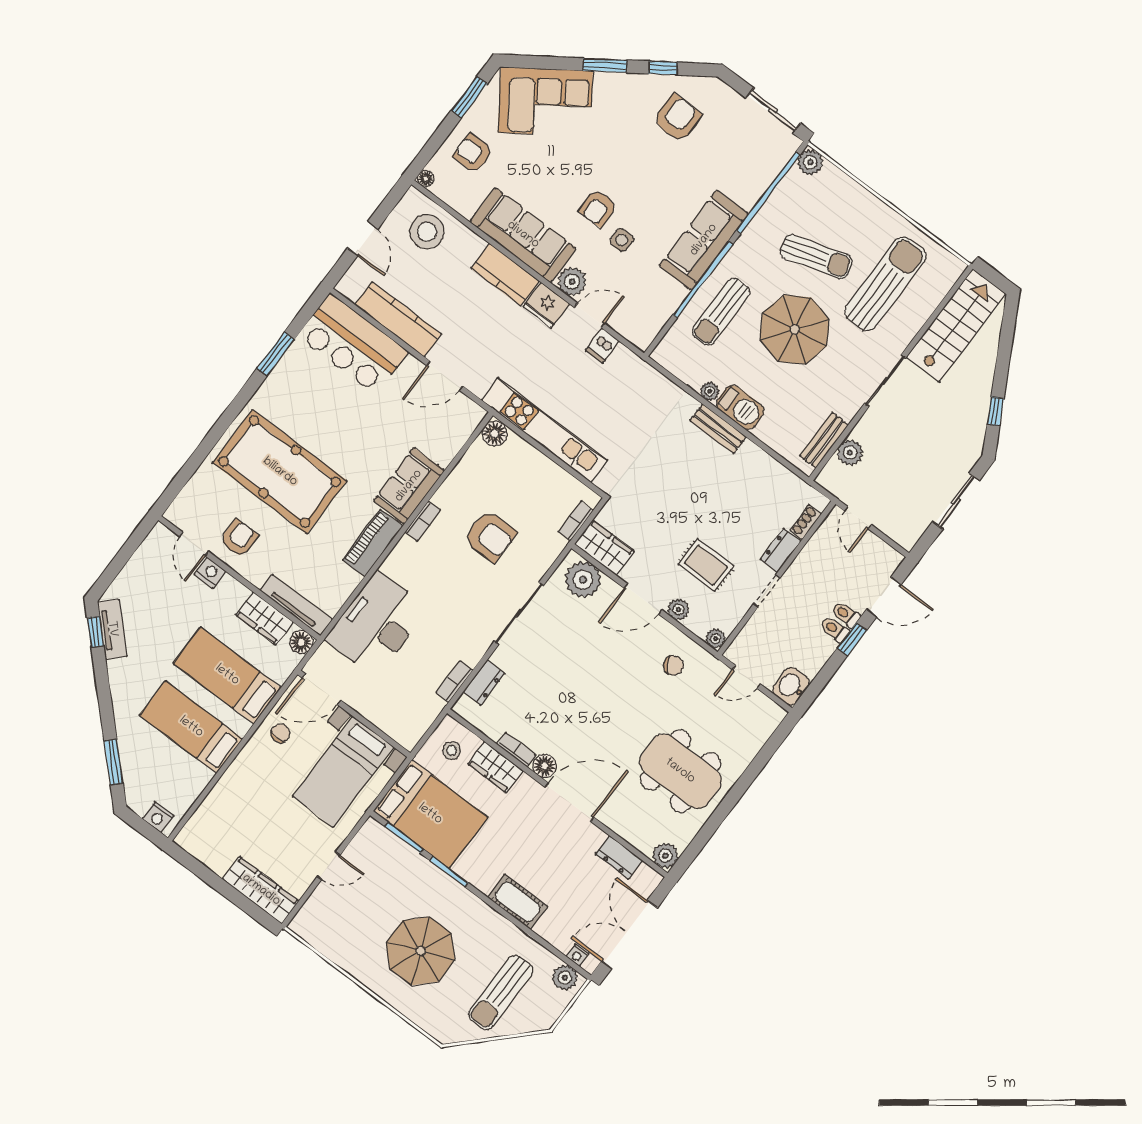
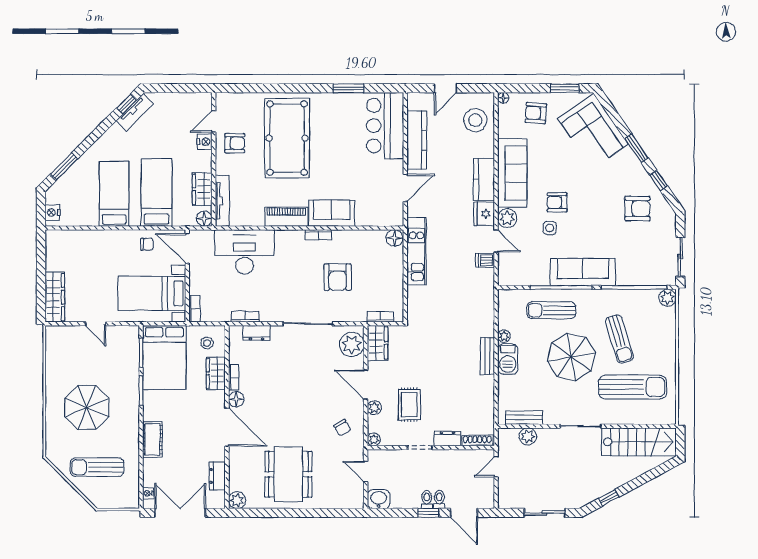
armchair: (473, 153) -> (536, 113), turned -86
door: (445, 376) -> (405, 188), swing flipped
kitchen unit: (544, 430) -> (416, 251), width x0.73
shoe rack: (806, 522) -> (477, 441), width x1.43
bookcase: (399, 735) -> (194, 309), added
plant: (565, 978) -> (131, 496), removed

